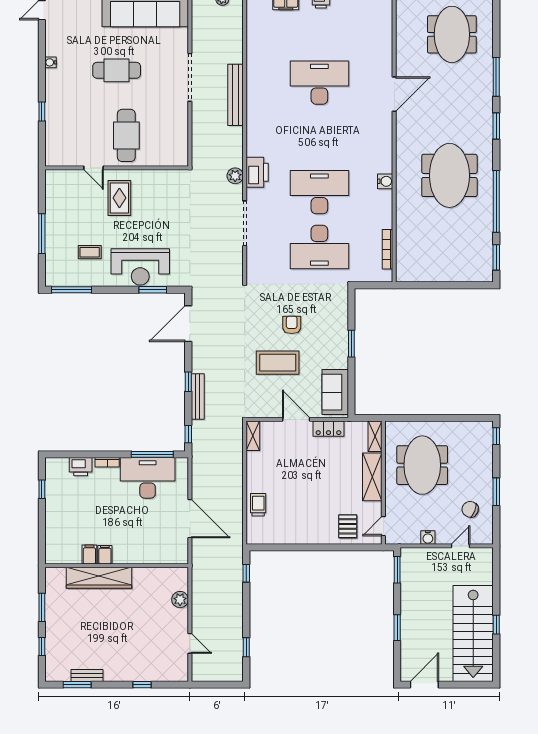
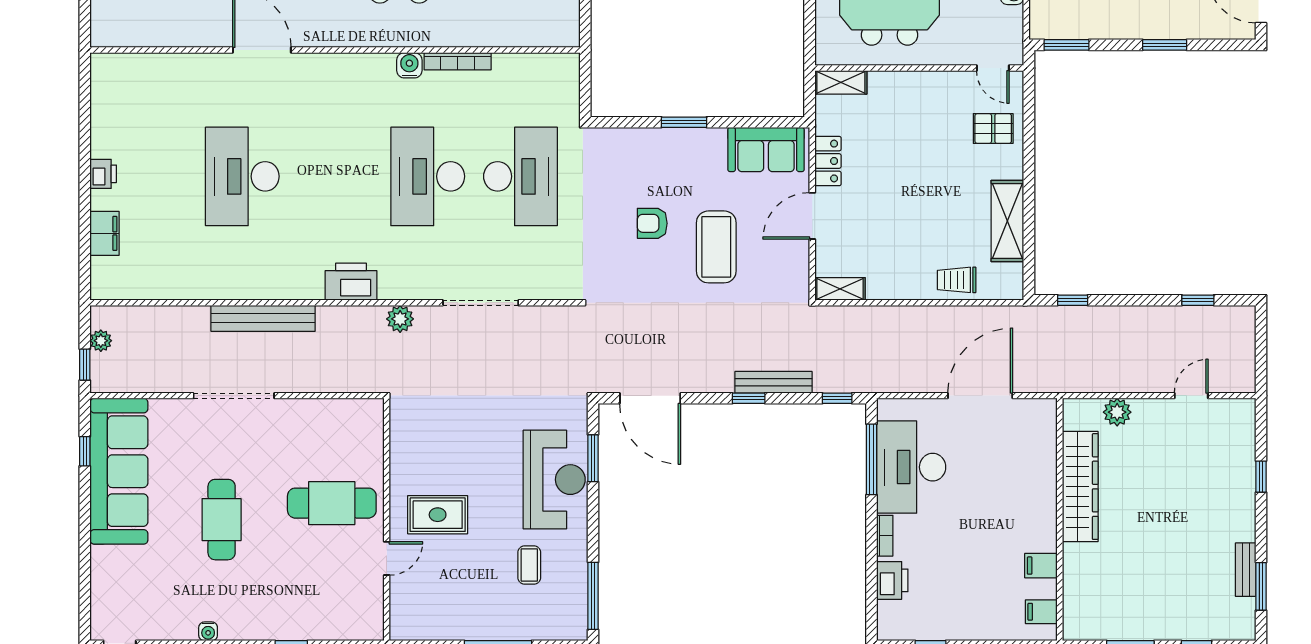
printer: (257, 172) -> (351, 282), moved
bookcase: (387, 249) -> (458, 61), moved
shelving: (372, 477) -> (1007, 221), moved, turned 90
filing cabinet: (105, 555) -> (1041, 612), moved
wardrobe: (99, 578) -> (1080, 487), moved

